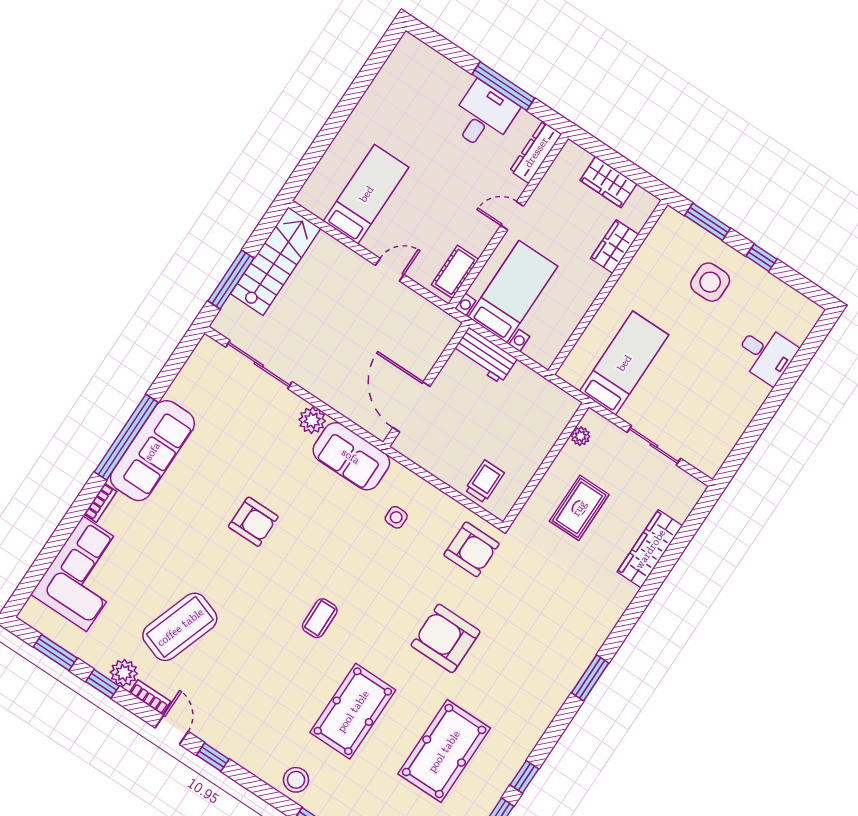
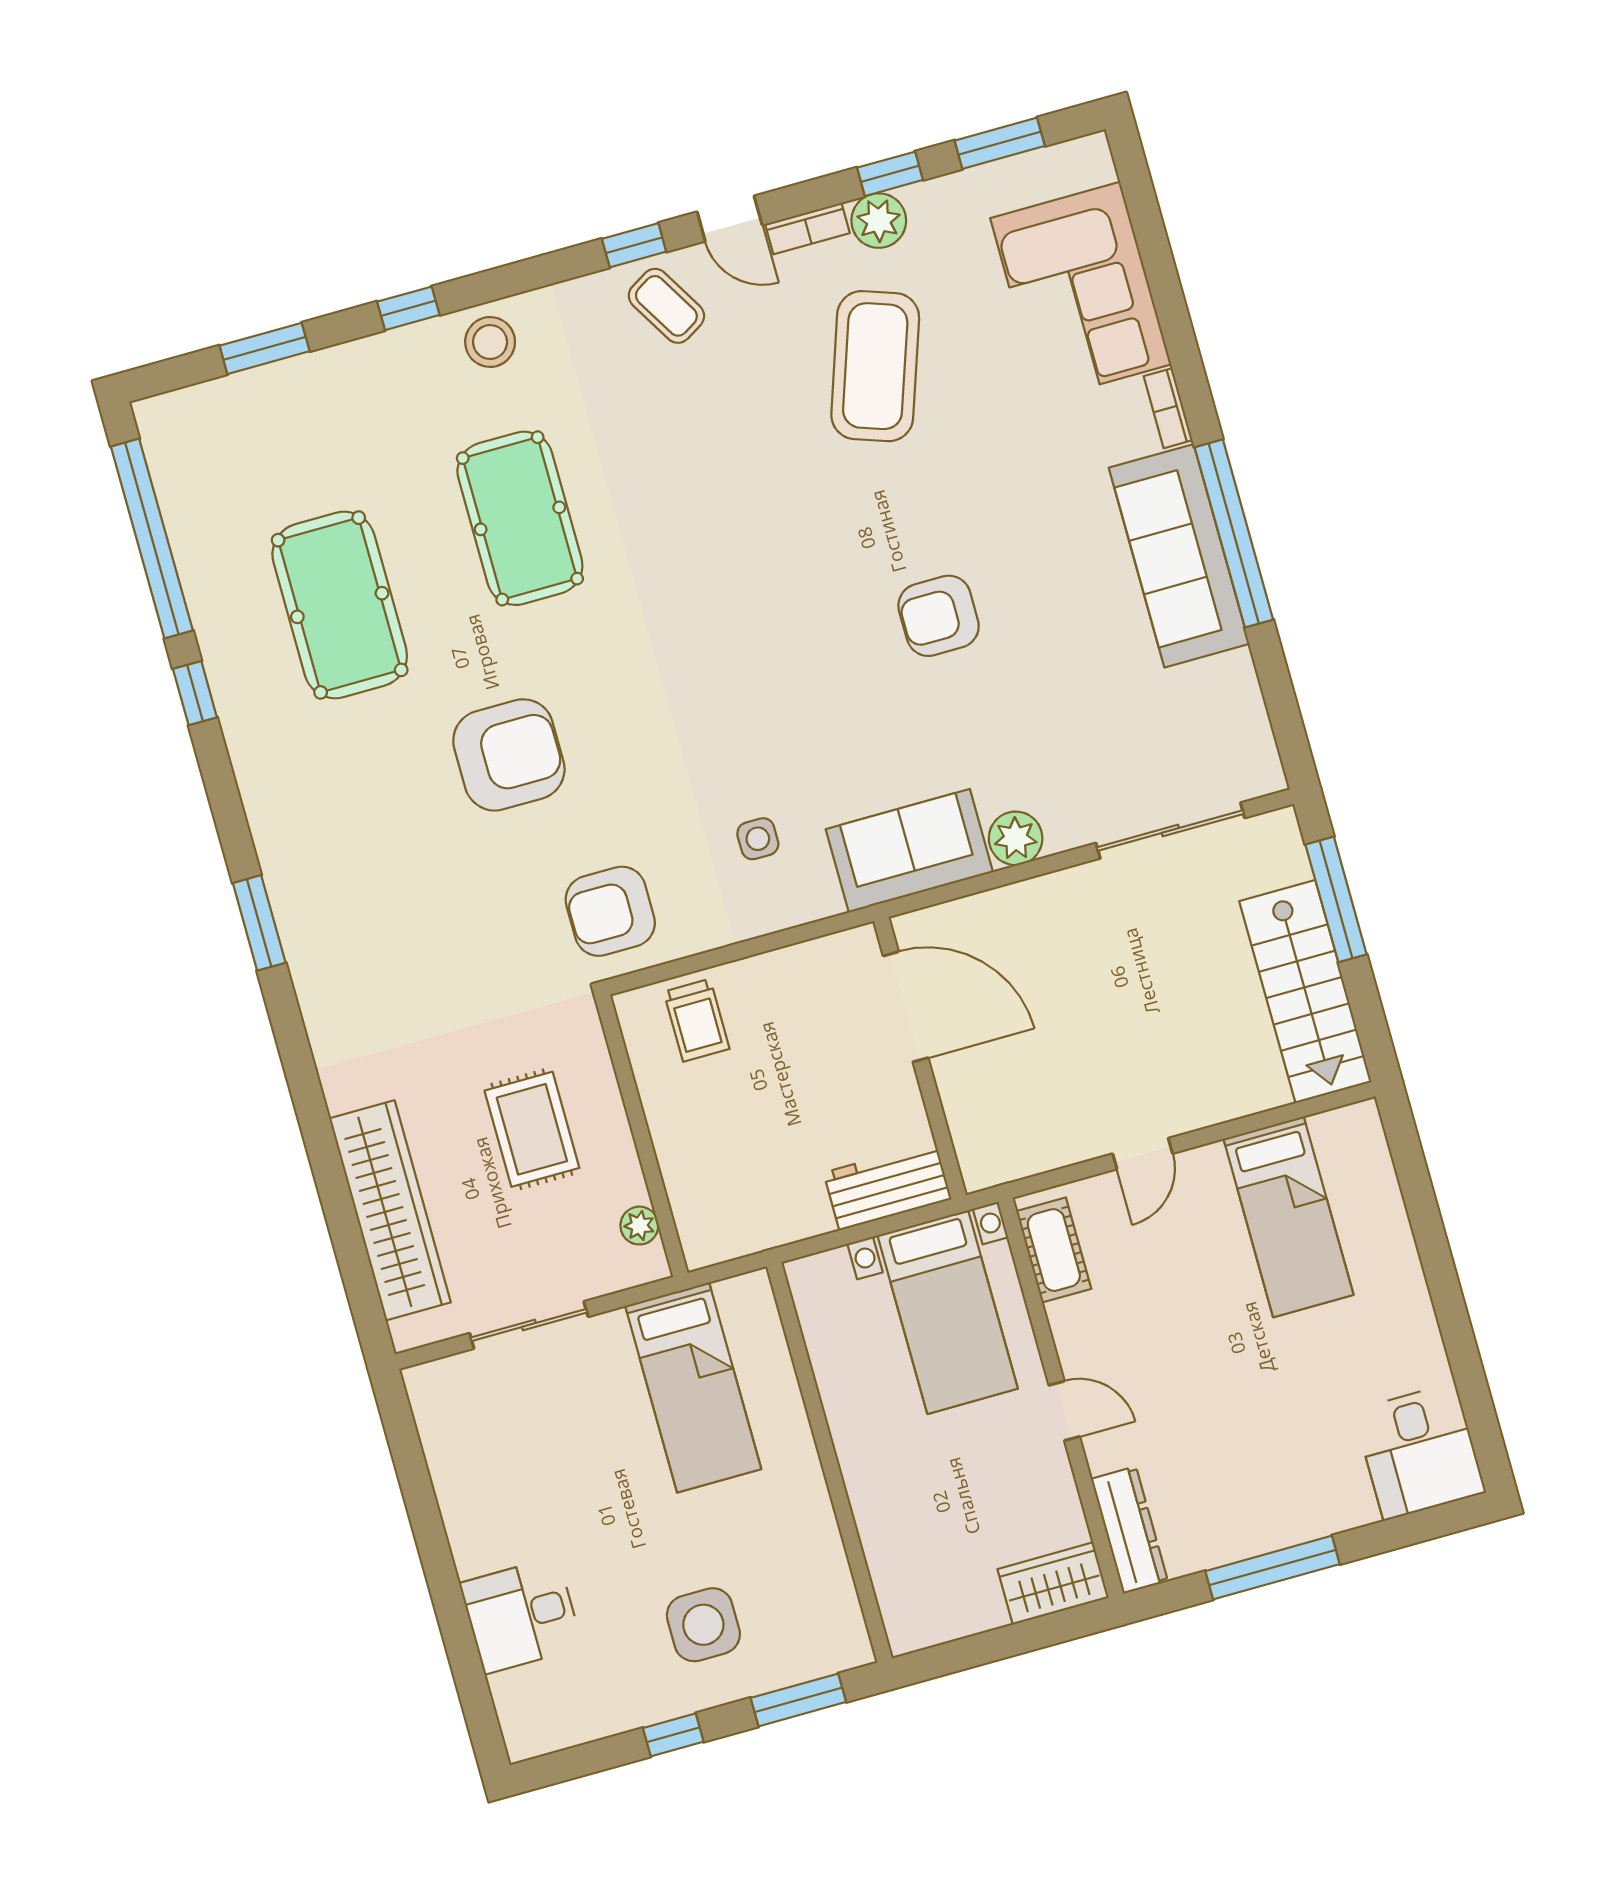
desk: (483, 116) -> (1419, 1451), moved
wardrobe: (608, 182) -> (1053, 1584), moved
door: (512, 216) -> (1064, 1411), hinge flipped
wardrobe: (615, 246) -> (883, 1526), removed
wardrobe: (650, 549) -> (390, 1210), width x1.40, depth x1.17
coffee table: (320, 618) -> (666, 306), moved, turned -30

